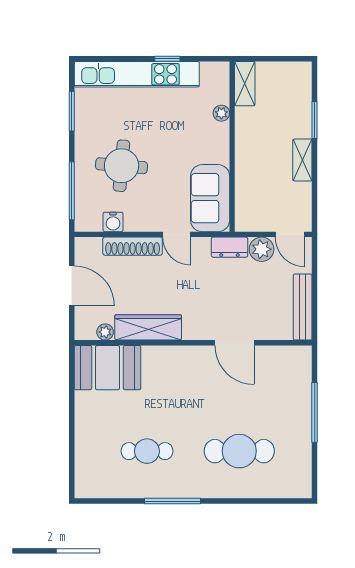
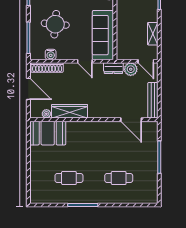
shelving: (302, 160) -> (153, 34), moved
sofa: (210, 198) -> (103, 35), width x1.36
shoe rack: (133, 246) -> (47, 68), moved
door: (234, 343) -> (131, 120), moved
cafe table: (239, 451) -> (119, 178), width x0.73, depth x0.74

